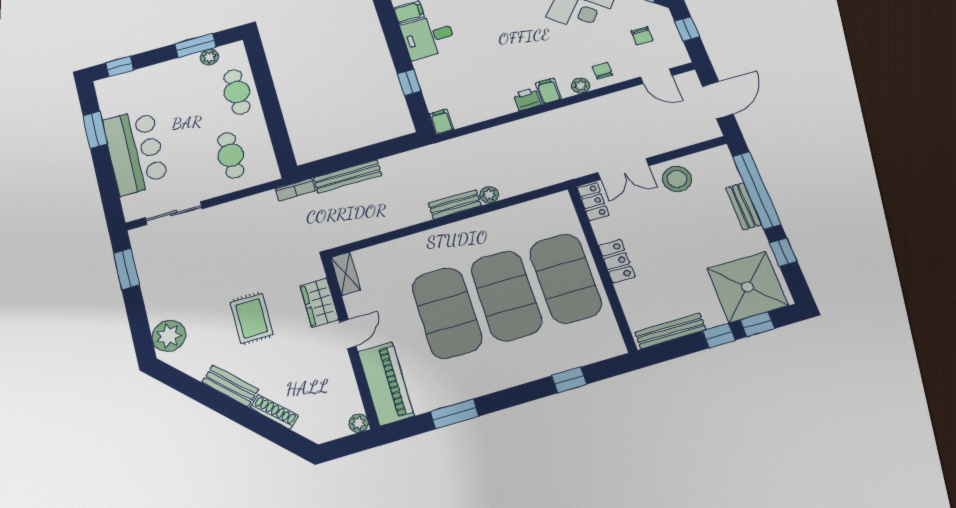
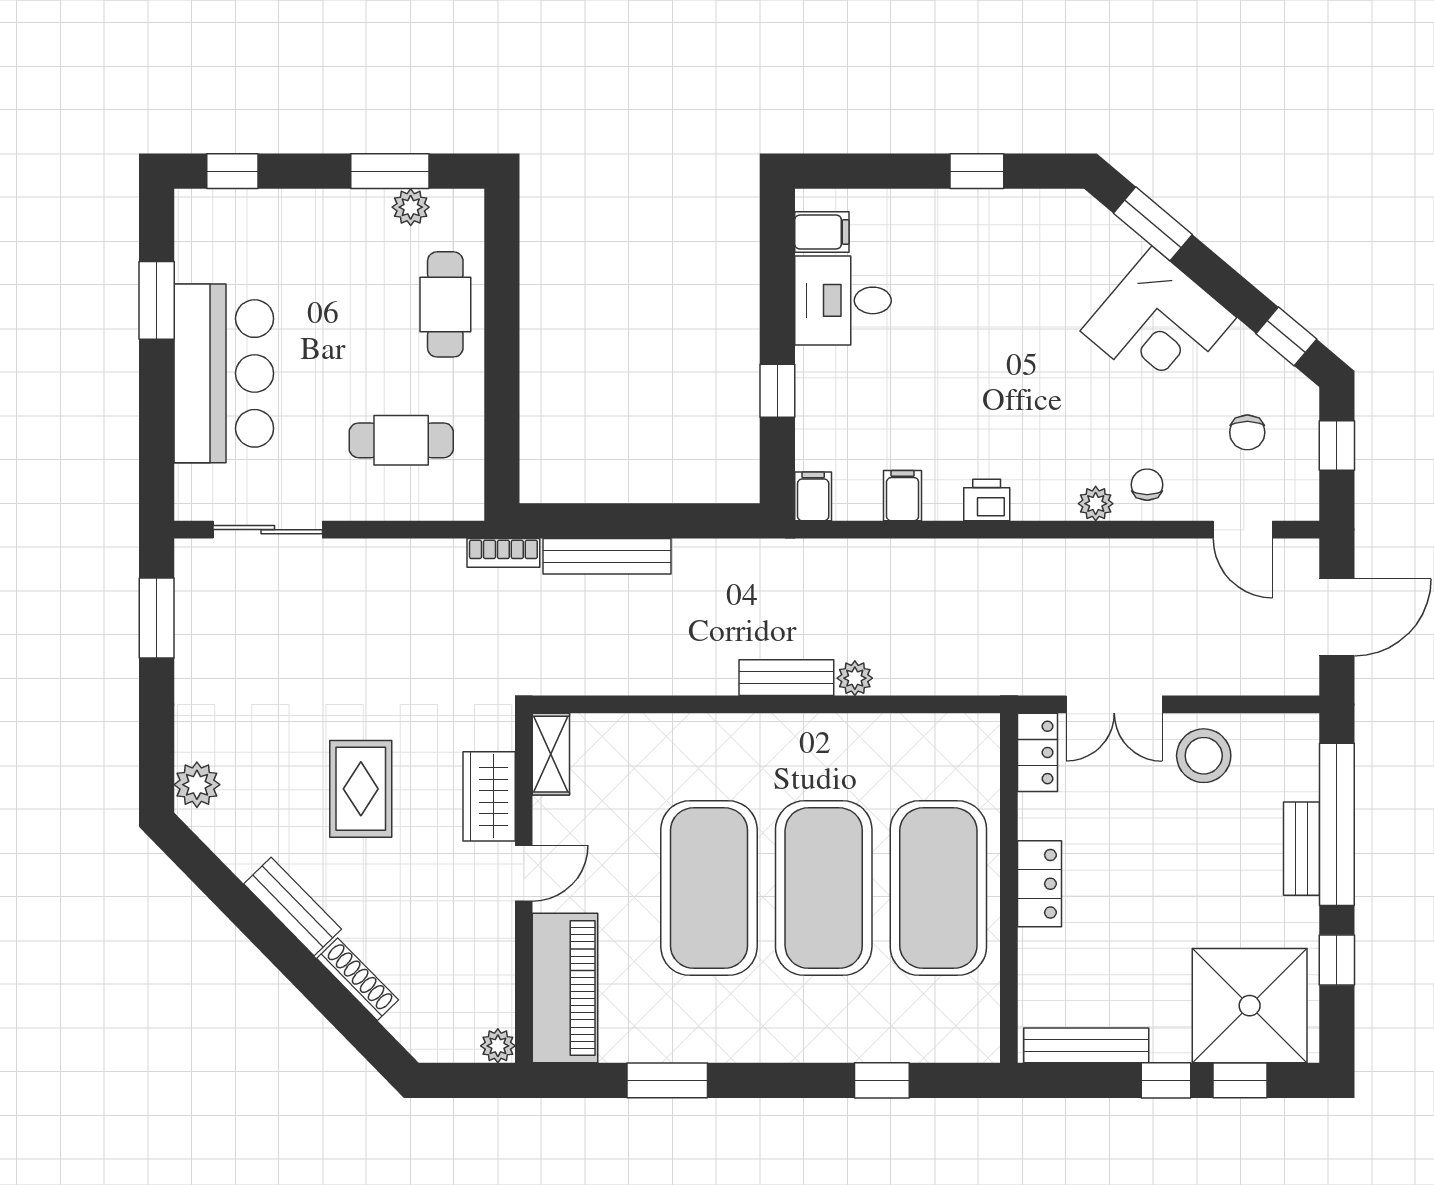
filing cabinet: (548, 91) -> (903, 496), moved
cafe table: (231, 155) -> (401, 440), turned 90
plant: (169, 336) -> (197, 785), width x0.73, depth x0.73

